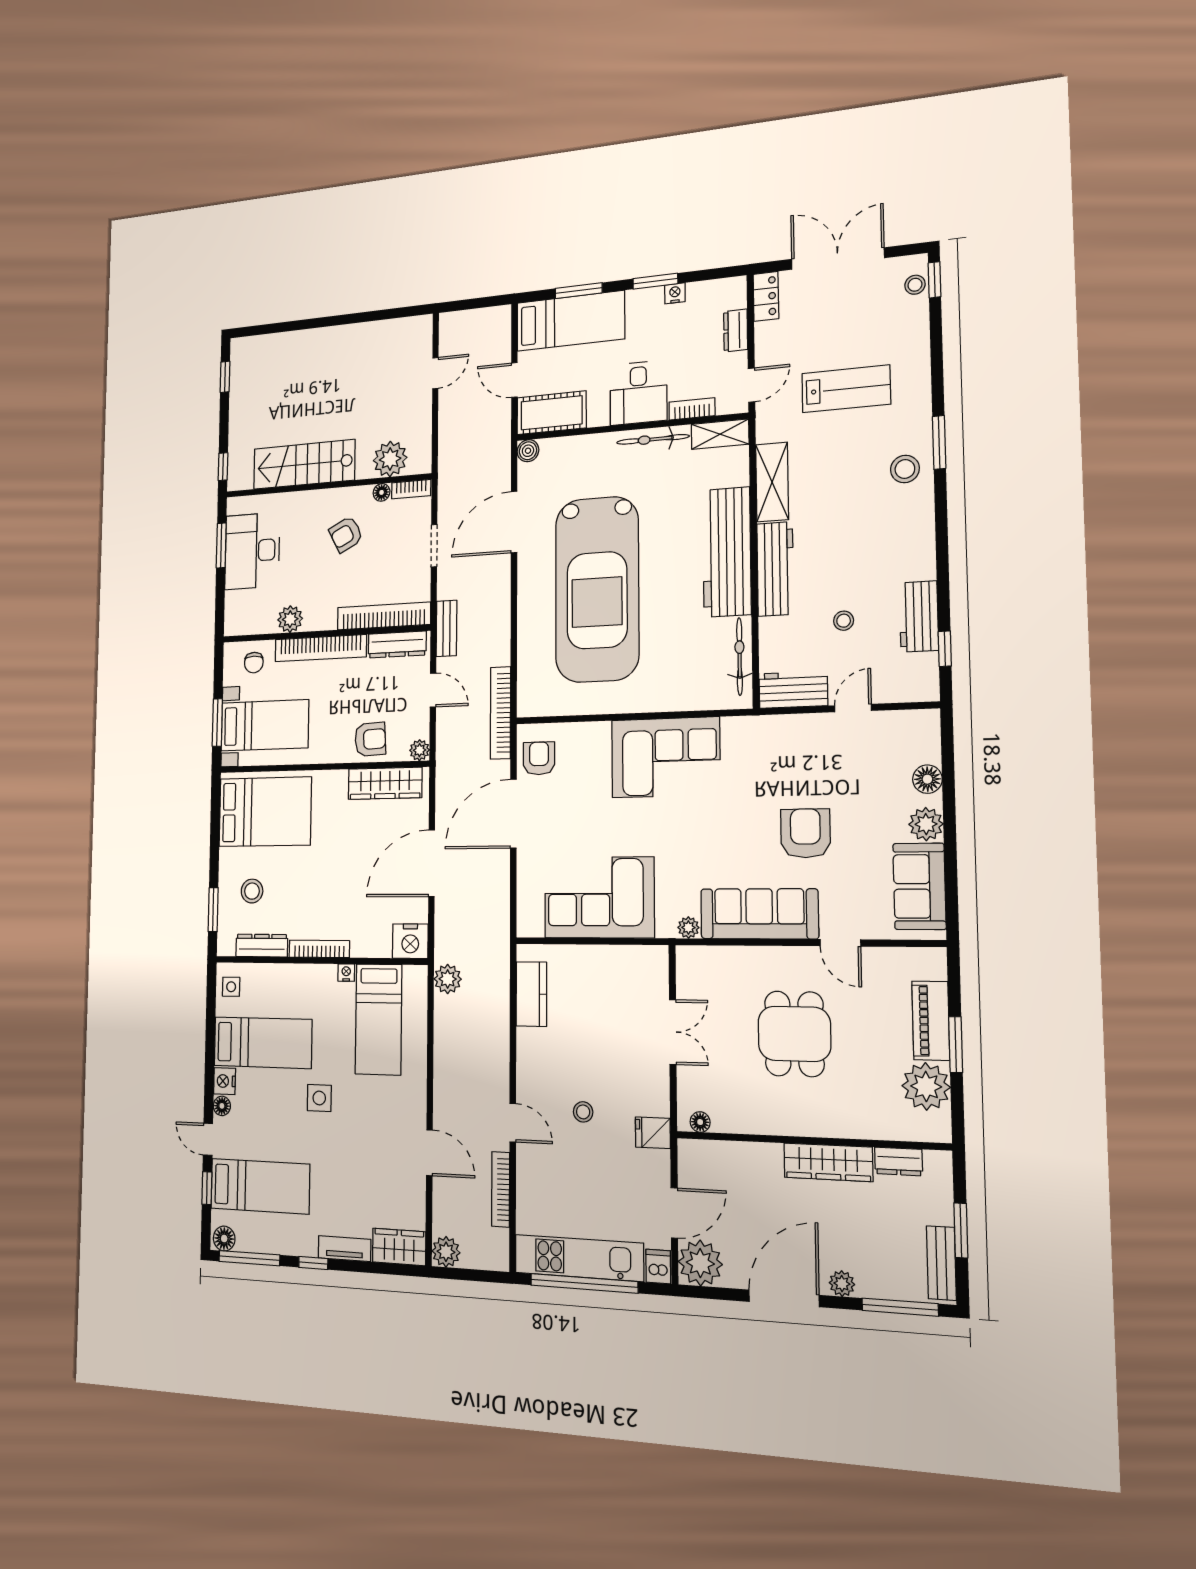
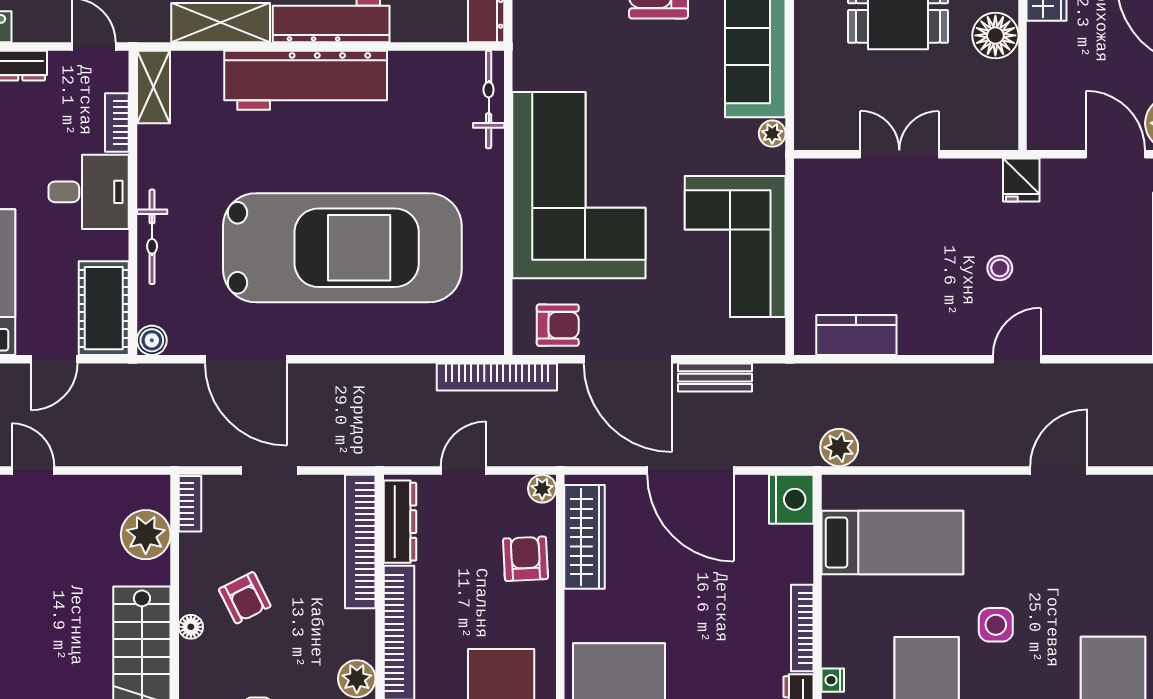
bicycle: (653, 439) -> (152, 237), moved
floor lamp: (382, 492) -> (191, 627), moved
bench: (446, 628) -> (715, 378), moved
bicycle: (740, 657) -> (489, 100), moved, turned 90
corner sofa: (666, 757) -> (579, 185), width x1.36, depth x1.36
armchair: (539, 758) -> (558, 325), turned 180
nightstand: (346, 973) -> (833, 680), moved
floor lamp: (700, 1122) -> (995, 35), moved, width x1.89, depth x1.89
bookcase: (501, 1189) -> (1099, 375), removed

